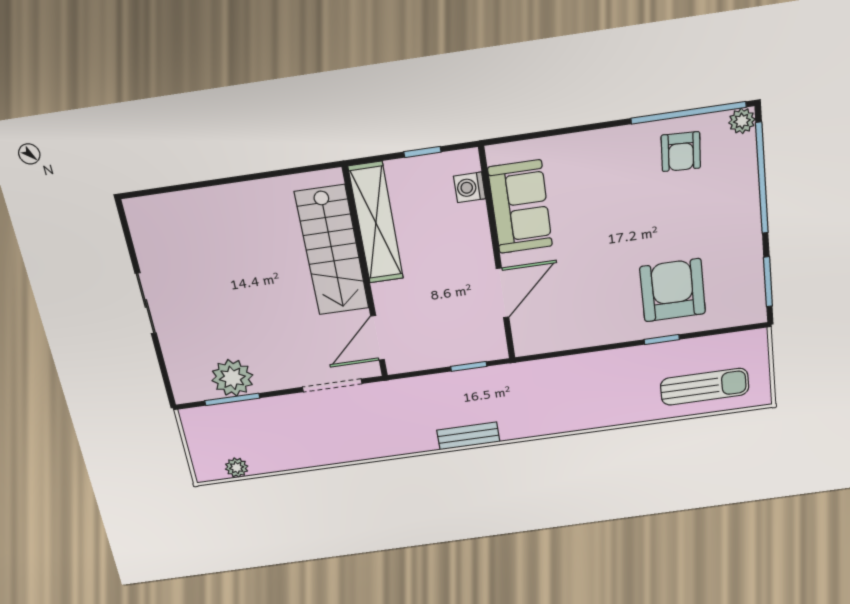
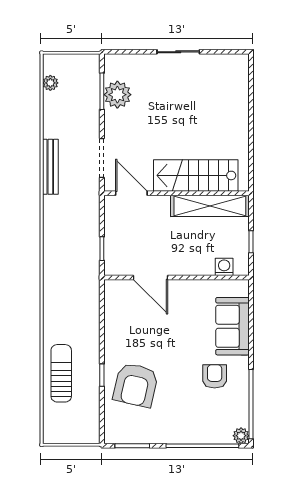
armchair: (681, 152) -> (215, 376), moved, turned 87
sofa: (520, 207) -> (232, 326), moved, turned 90
armchair: (673, 290) -> (136, 385), turned 103
sun lounger: (705, 387) -> (61, 373), moved, turned 180
bench: (468, 436) -> (50, 167), moved, width x1.36

